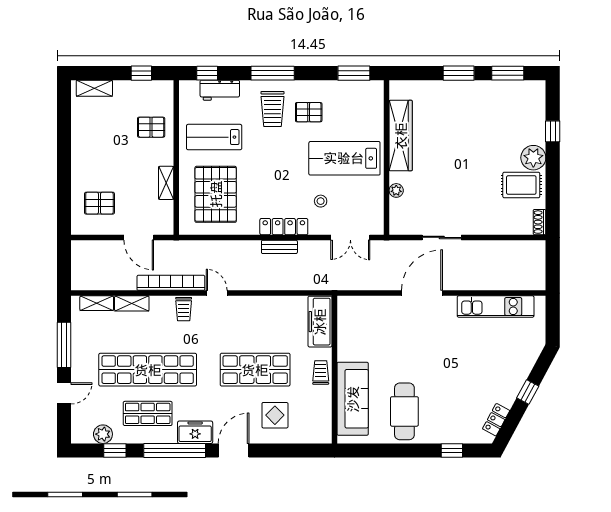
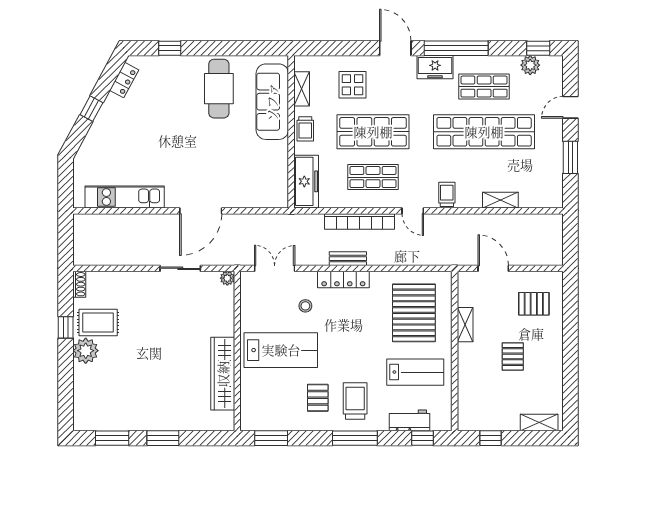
pallet: (309, 112) -> (318, 398), turned 90
pallet: (151, 127) -> (513, 356), moved, turned 90
window: (553, 131) -> (66, 327), moved
plant: (396, 190) -> (227, 278), moved
bookcase: (171, 283) -> (360, 221), moved
shelving: (97, 303) -> (302, 89), moved, turned 90
shop shelf: (255, 326) -> (373, 177), added
window: (64, 345) -> (570, 157), width x0.69
window: (115, 450) -> (538, 48), moved
door: (234, 450) -> (395, 48), swing flipped

